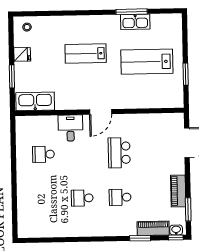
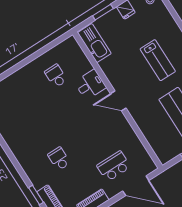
lab bench: (86, 53) -> (158, 60), turned 180
school desk: (119, 153) -> (114, 166), moved
school desk: (82, 198) -> (40, 129), removed

